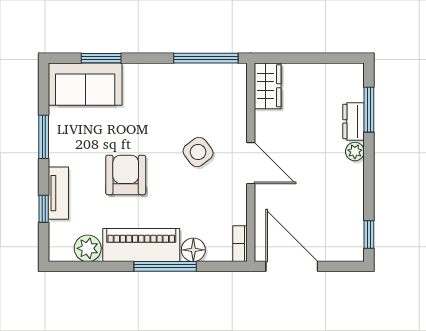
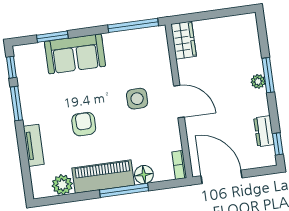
sofa: (85, 84) -> (75, 54), moved
window: (369, 110) -> (268, 75), moved
dresser: (354, 121) -> (264, 131), moved
side table: (198, 152) -> (137, 99), turned 37
armchair: (126, 175) -> (84, 124), width x0.72, depth x0.72
window: (44, 209) -> (11, 67), moved

